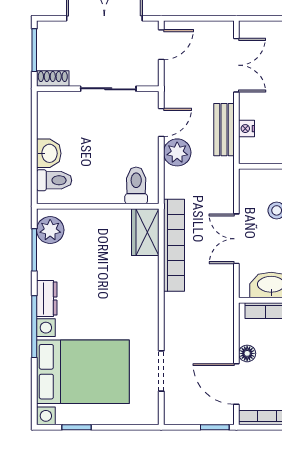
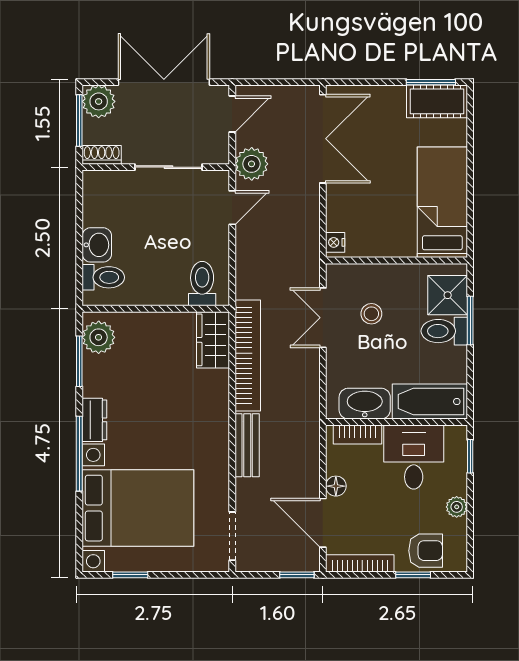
plant: (50, 34) -> (99, 101), added
double door: (236, 65) -> (323, 139), width x1.37
nightstand: (247, 129) -> (335, 242), moved
bench: (224, 130) -> (247, 445), moved
plant: (177, 152) -> (252, 164), moved
double door: (236, 239) -> (323, 318), moved
doorway: (161, 371) -> (232, 536), moved

